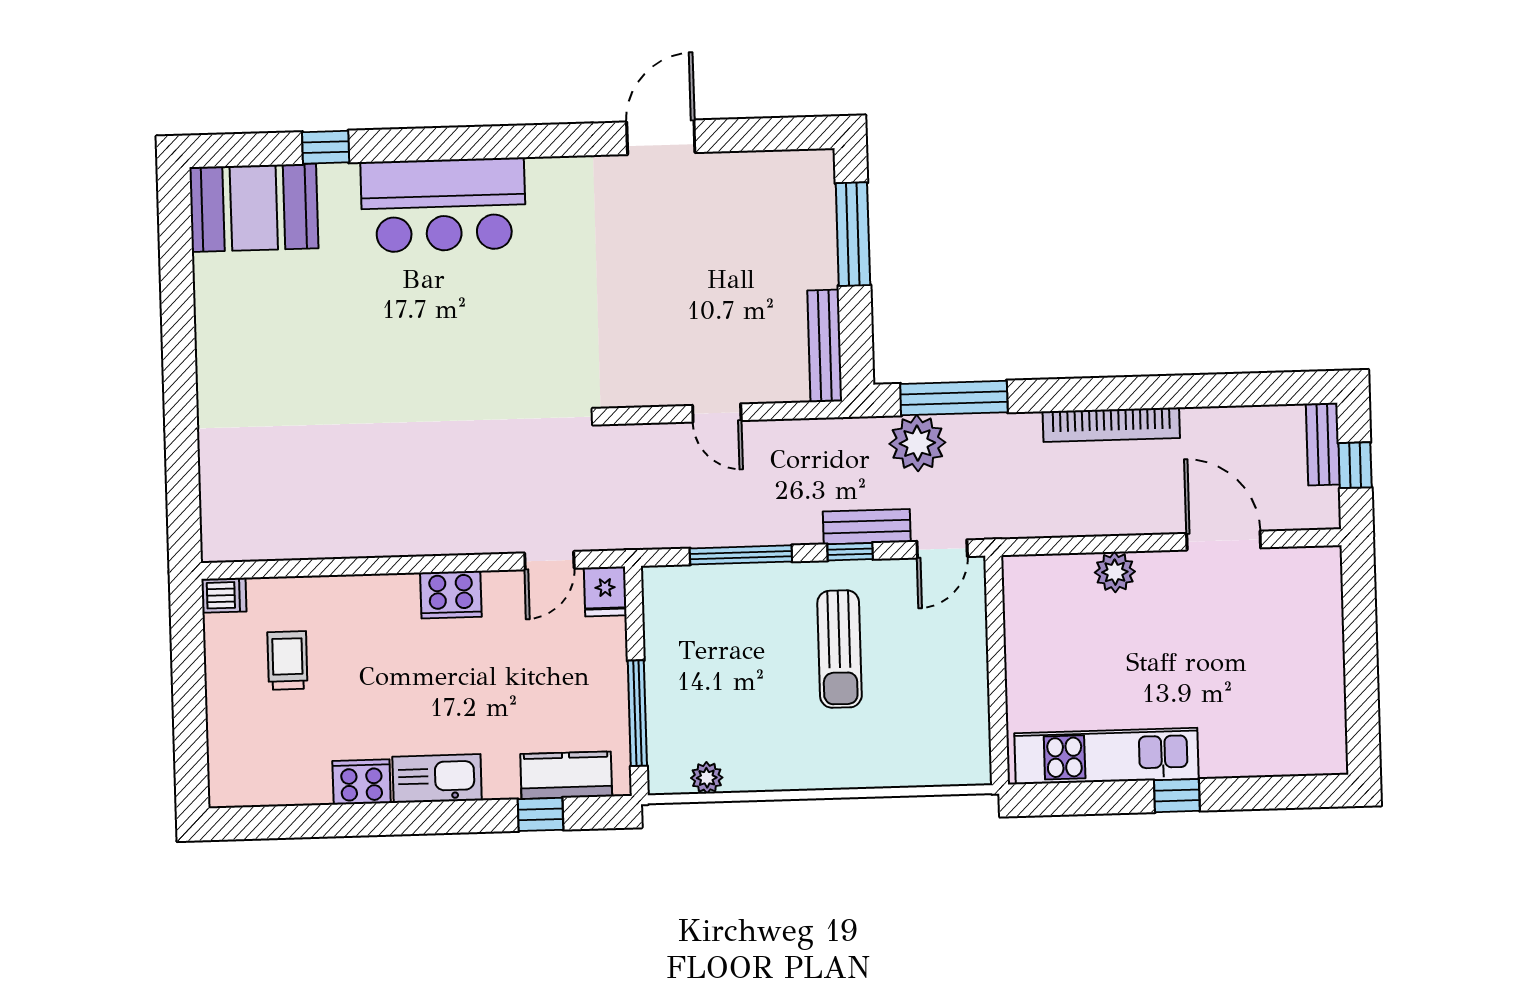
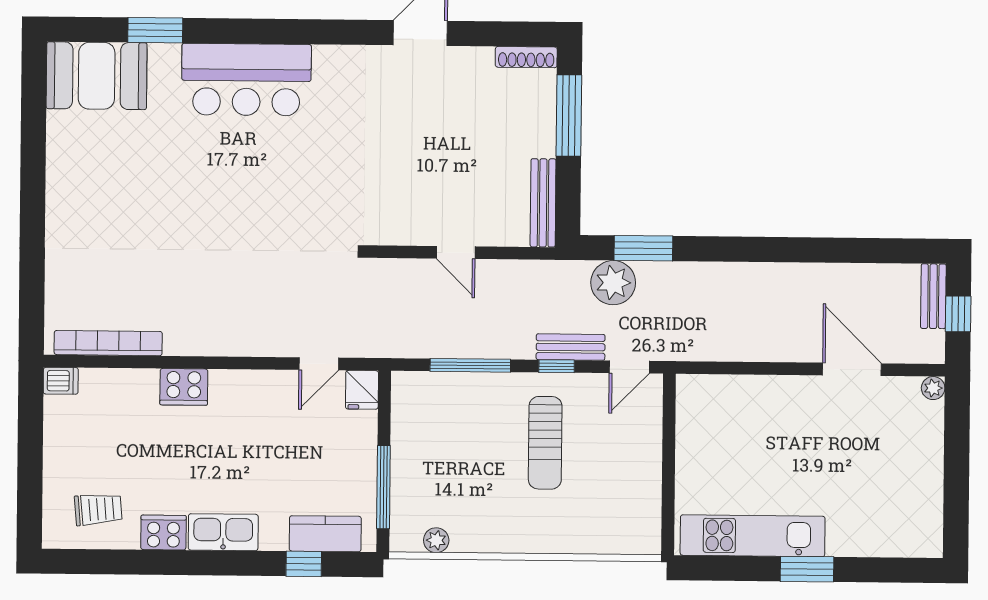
window: (326, 147) -> (155, 30), width x1.50
shoe rack: (796, 162) -> (526, 57), added
window: (954, 398) -> (643, 248), width x0.69
bookcase: (1111, 425) -> (108, 343), moved, turned 180
plant: (1115, 572) -> (933, 388), moved, width x0.73, depth x0.73
cooker: (451, 595) -> (184, 387), moved
trolley: (287, 660) -> (98, 509), moved, turned 85
window: (1177, 796) -> (807, 569), width x1.50

